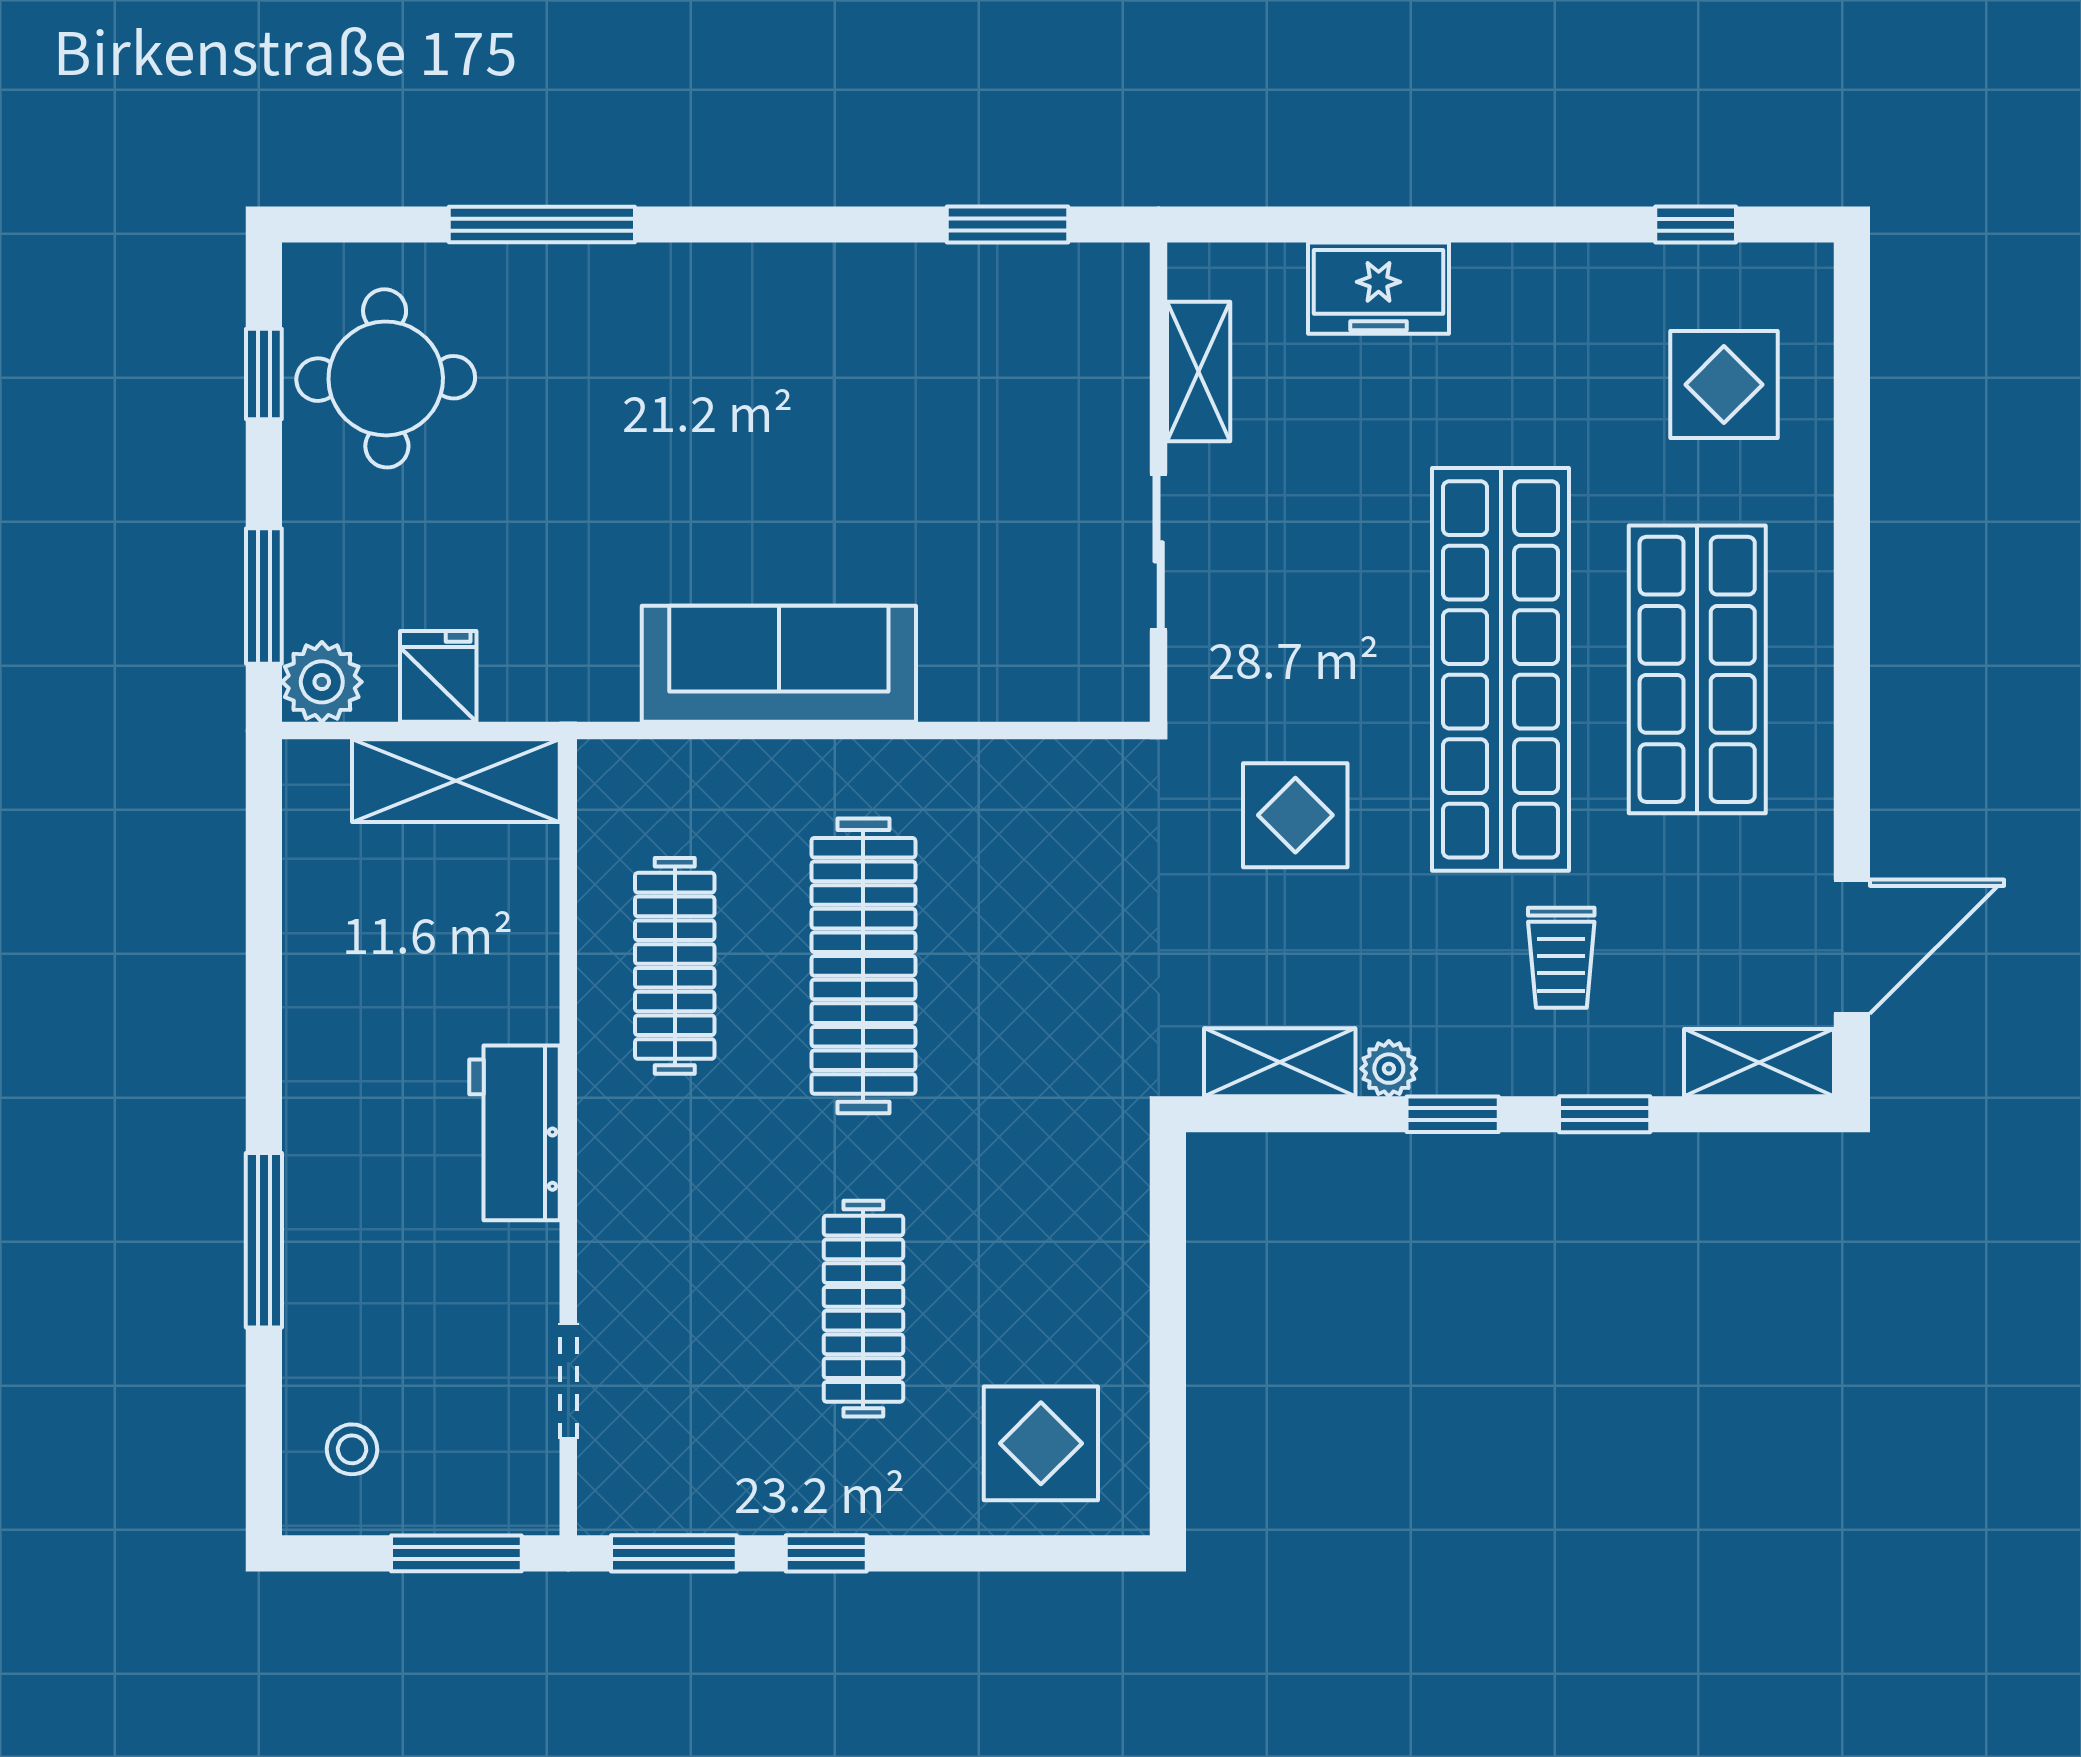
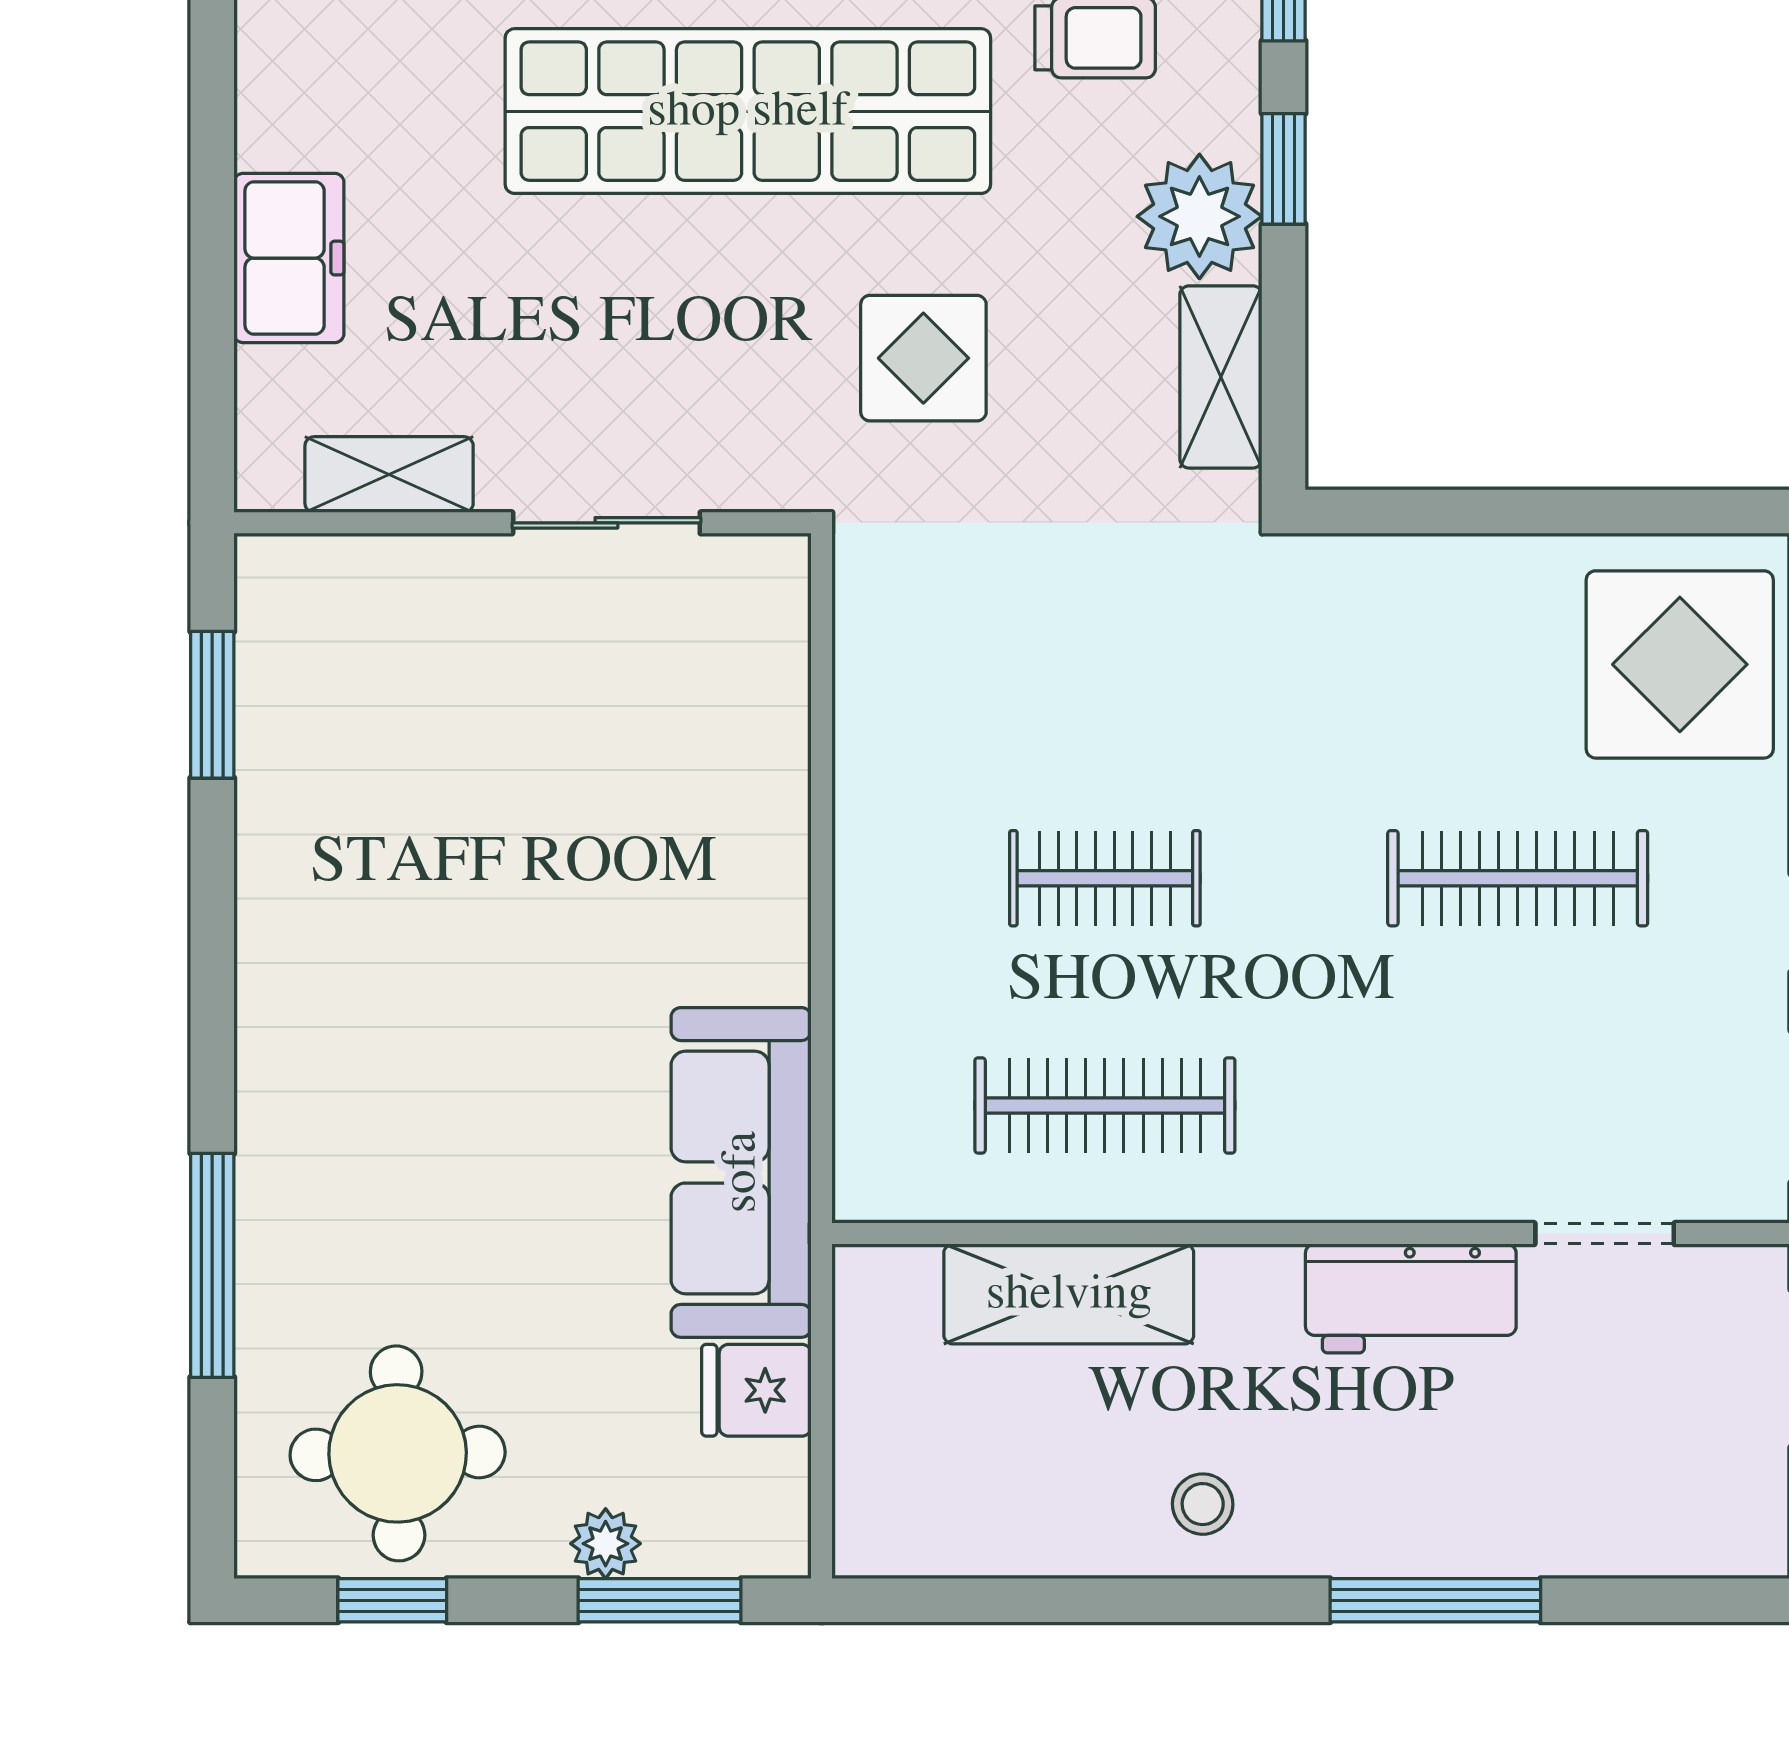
sofa: (779, 664) -> (741, 1172), moved
plant: (322, 682) -> (606, 1544), moved, width x0.73, depth x0.73
shelving: (456, 781) -> (1069, 1294), moved, turned 90
clothes rail: (863, 966) -> (1105, 878), width x0.54, depth x0.76
plant: (1389, 1069) -> (1199, 216), width x1.88, depth x1.88
workbench: (514, 1133) -> (1411, 1298), moved
display table: (1041, 1443) -> (1680, 664), width x1.36, depth x1.36
stool: (352, 1449) -> (1203, 1504), moved

